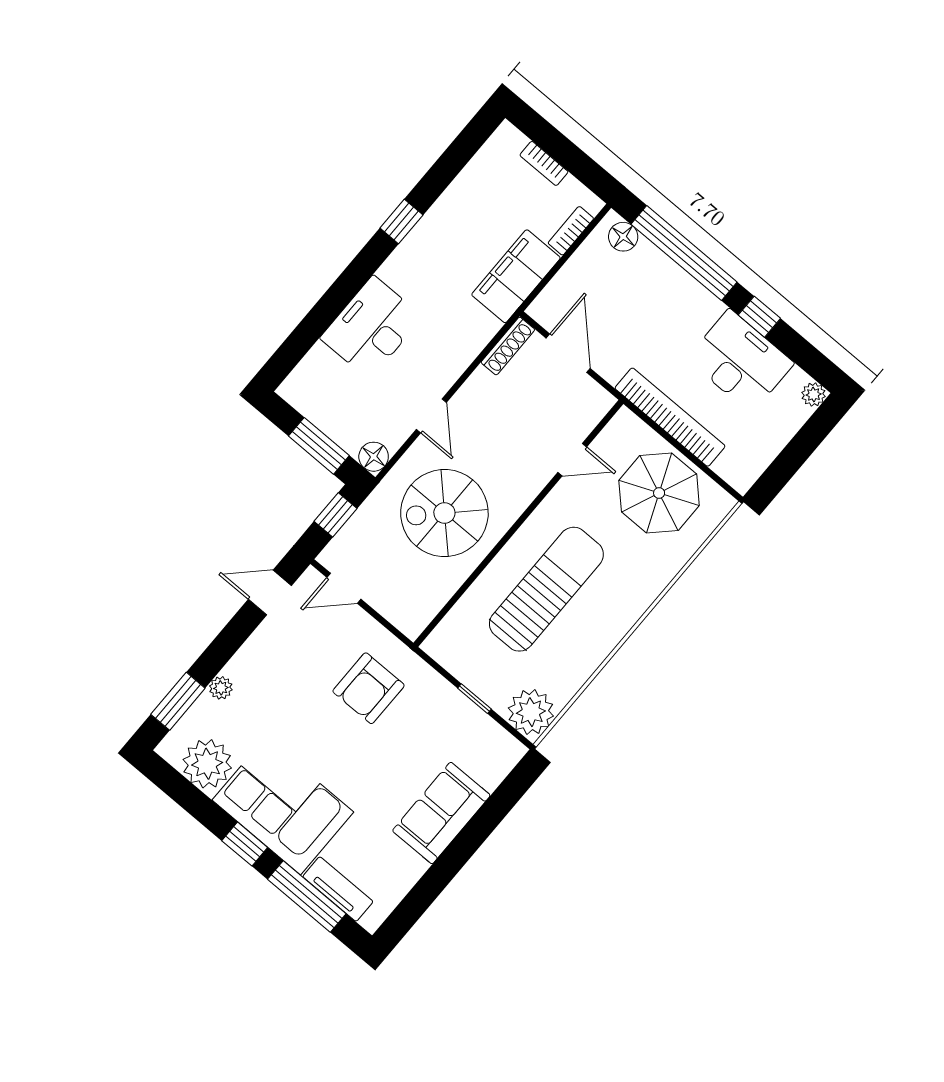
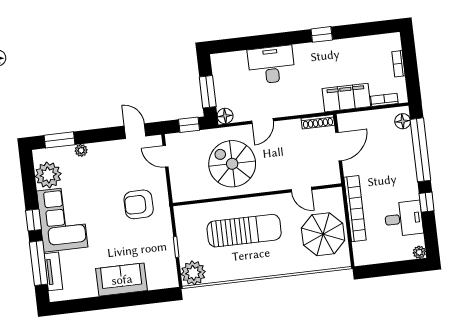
desk: (740, 361) -> (404, 219), width x0.73

